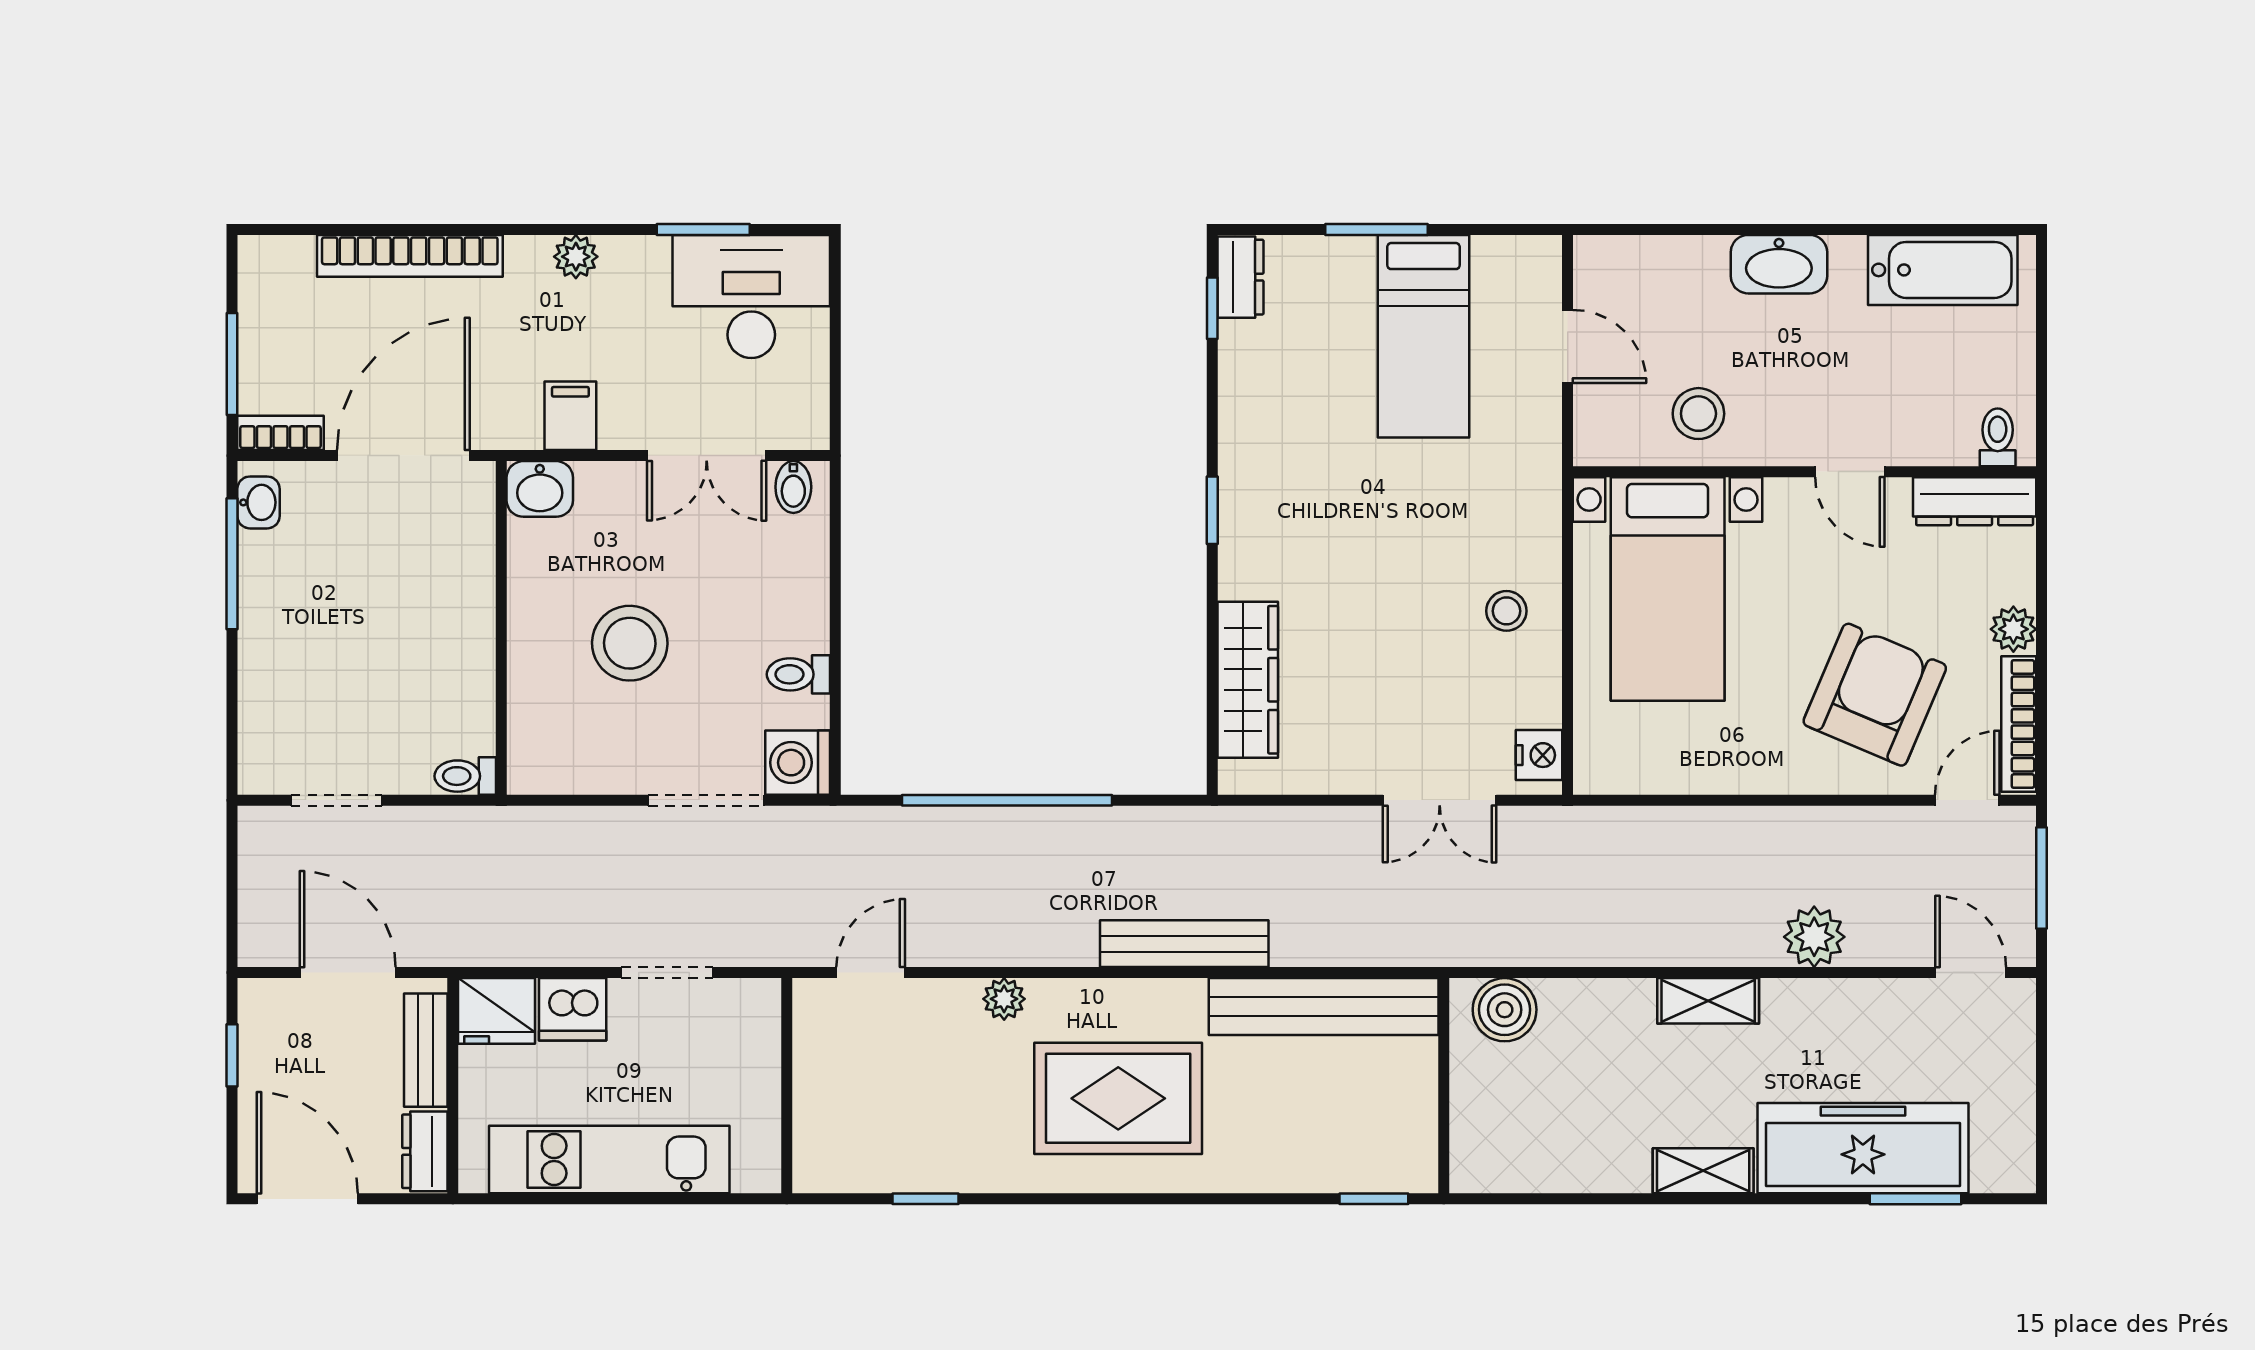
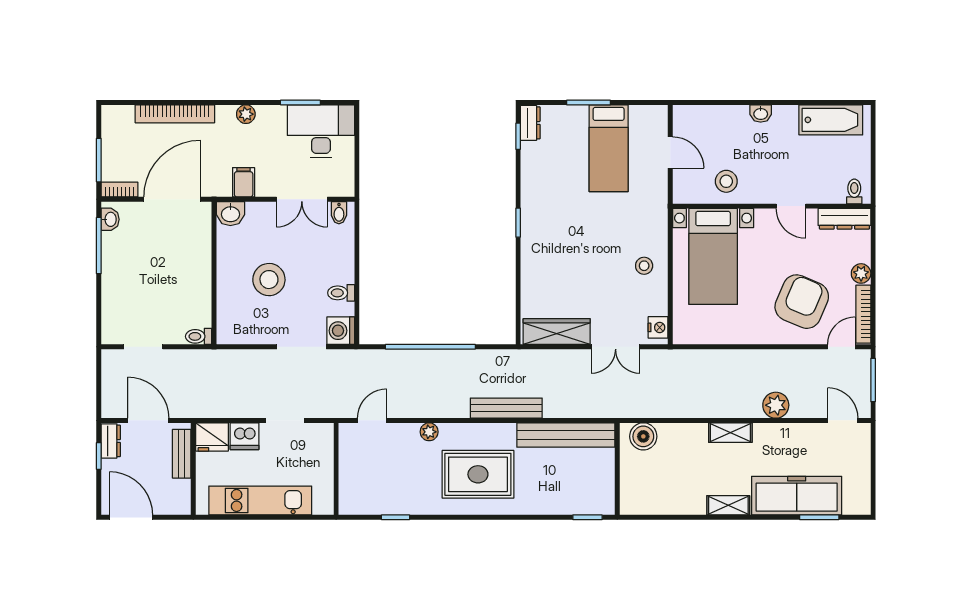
washbasin: (1779, 264) -> (761, 113), width x0.52, depth x0.69
wardrobe: (1248, 680) -> (557, 332), moved, turned -90
dresser: (425, 1151) -> (111, 441), moved, turned 180

